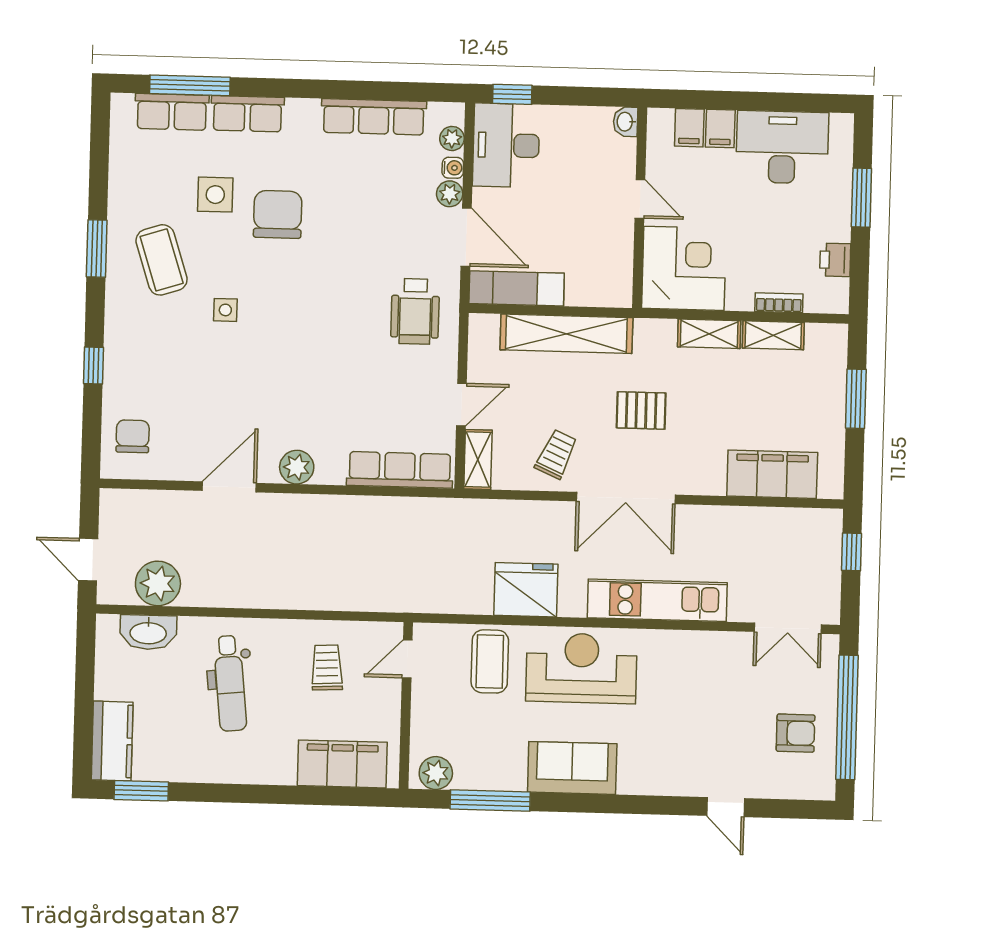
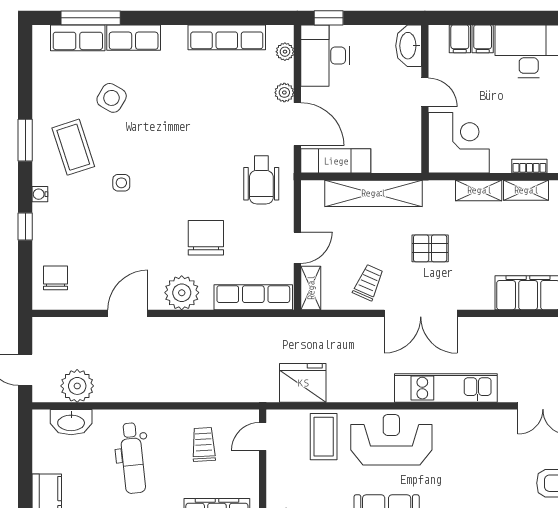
washbasin: (625, 122) -> (409, 46), width x1.91, depth x1.45
water cooler: (453, 168) -> (40, 194), moved, turned 180
side table: (215, 195) -> (112, 98), turned 30
chair: (278, 214) -> (206, 238), moved
plant: (297, 467) -> (182, 293), width x1.36, depth x1.36
fridge: (526, 590) -> (303, 383), moved

